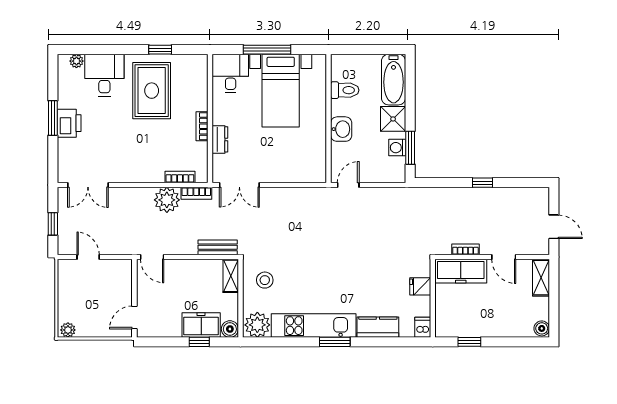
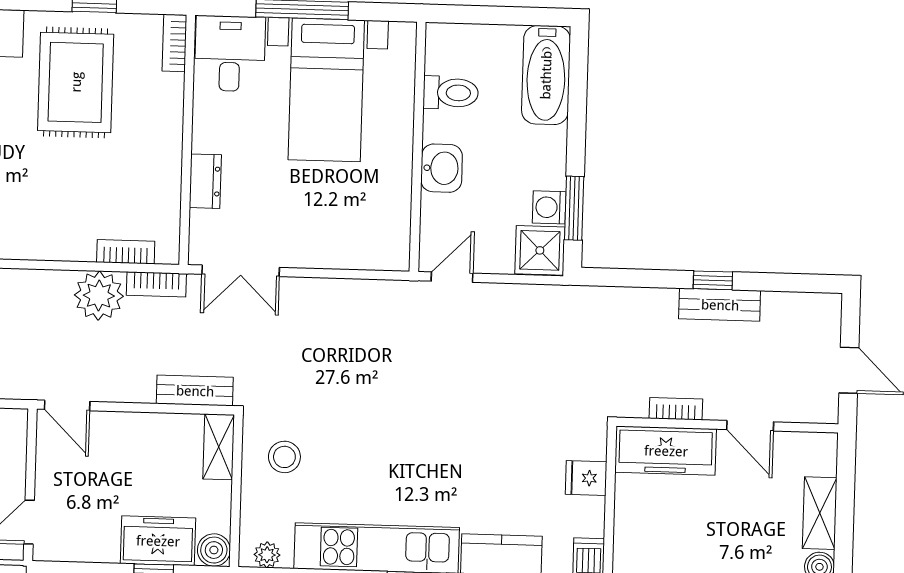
shower: (393, 119) -> (540, 250), moved
bookcase: (202, 126) -> (174, 43), moved
bench: (486, 195) -> (720, 305), added
shelving: (541, 278) -> (820, 513), moved
plant: (257, 325) -> (267, 555), width x0.53, depth x0.53

